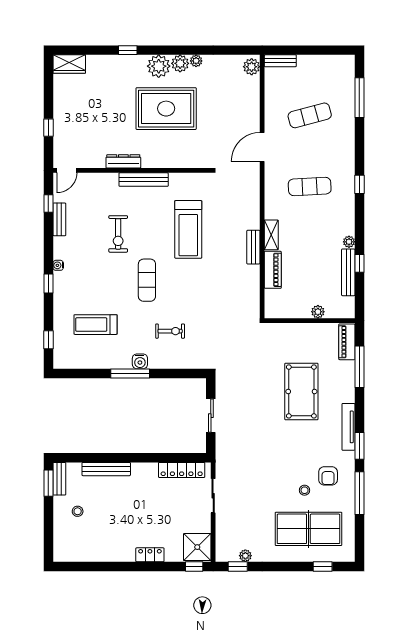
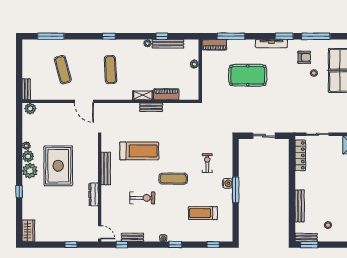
bench: (144, 180) -> (106, 168), moved
treadmill: (95, 325) -> (203, 213), turned 90

